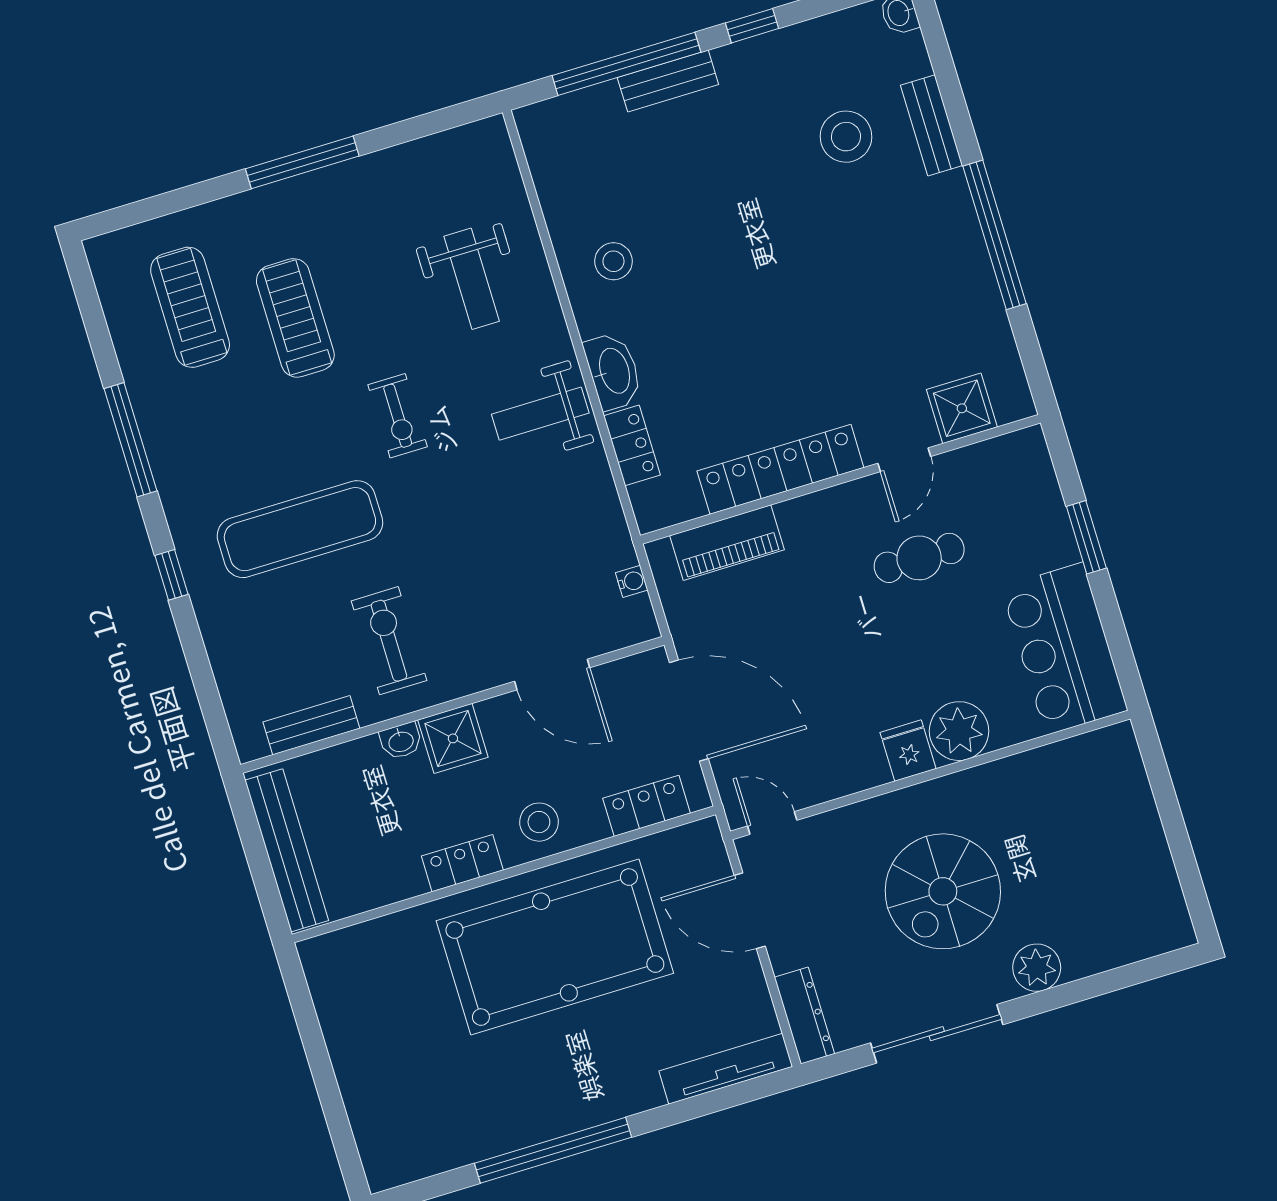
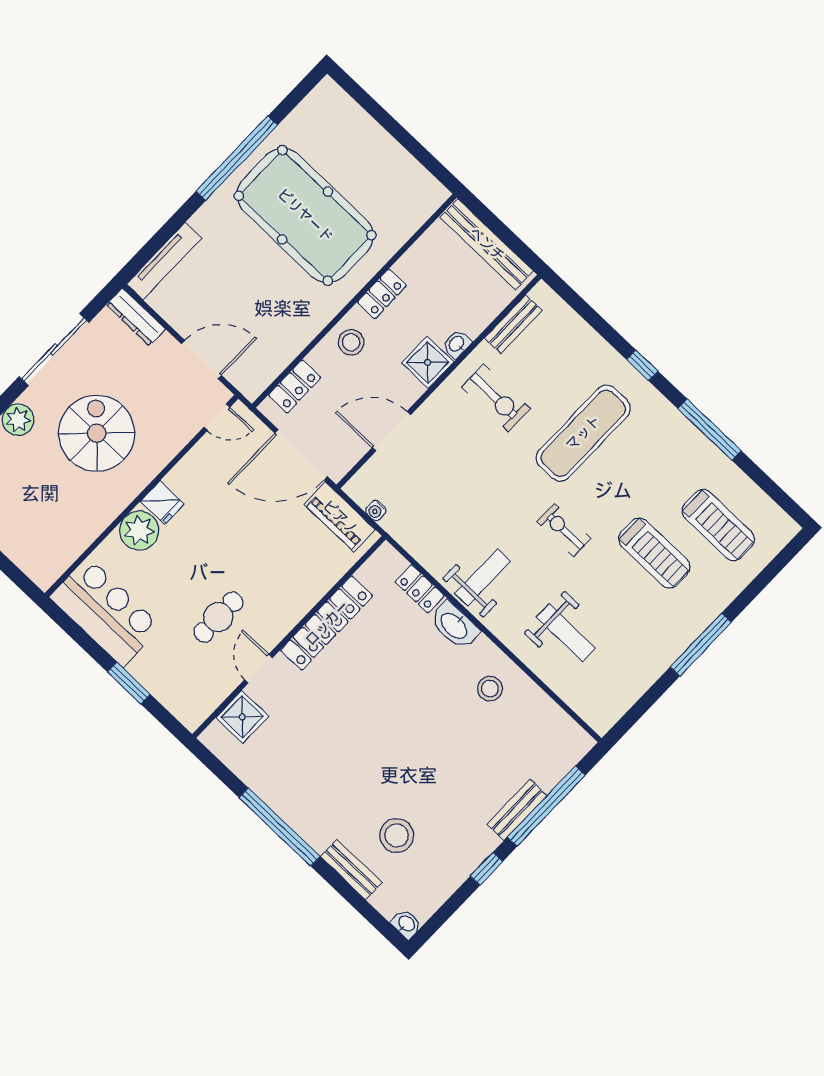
weight bench: (472, 279) -> (566, 633), turned 180
piano: (727, 543) -> (340, 517), moved, turned -90
pool table: (555, 947) -> (305, 215), moved, turned 90

